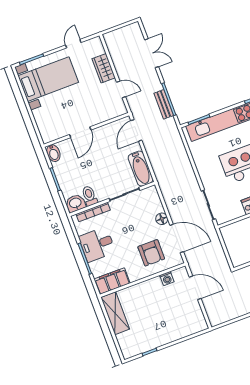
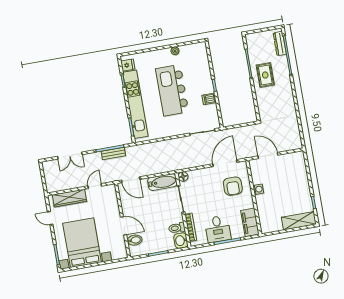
double door: (152, 53) -> (70, 156), swing flipped
wardrobe: (104, 68) -> (69, 198), width x1.50
bed with nightstands: (48, 79) -> (82, 243), width x1.36
bidet: (53, 153) -> (135, 240), moved
floor lamp: (162, 219) -> (183, 177), moved
armchair: (151, 253) -> (233, 186), turned 90
washing machine: (167, 278) -> (258, 189), moved
door: (195, 288) -> (268, 156), hinge flipped
shelving: (115, 313) -> (299, 221), moved

